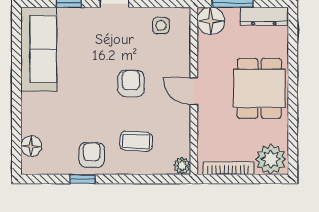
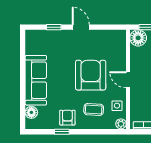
side table: (161, 25) -> (117, 106), moved
sofa: (39, 49) -> (36, 80), moved
armchair: (131, 83) -> (91, 75), width x1.88, depth x1.88

